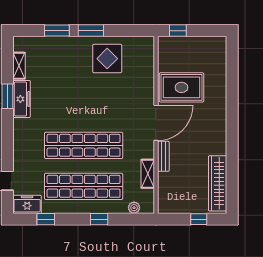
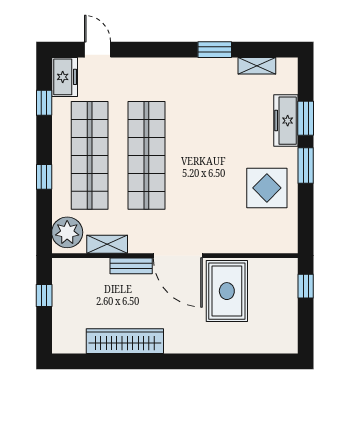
freezer: (22, 99) -> (286, 121), moved, turned 90
wardrobe: (218, 183) -> (125, 341), moved
plant: (134, 208) -> (67, 232), width x1.88, depth x1.88
window: (199, 219) -> (44, 296), moved

